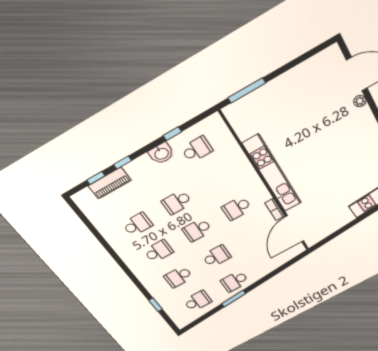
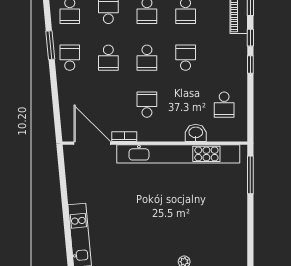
window: (172, 134) -> (250, 64), moved
washbasin: (161, 153) -> (196, 133), moved, turned 90
kitchen unit: (272, 173) -> (178, 154), width x1.36
school desk: (197, 230) -> (147, 58), turned 180

